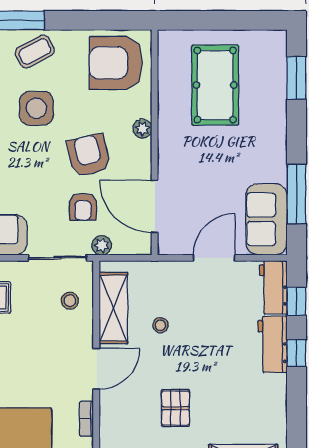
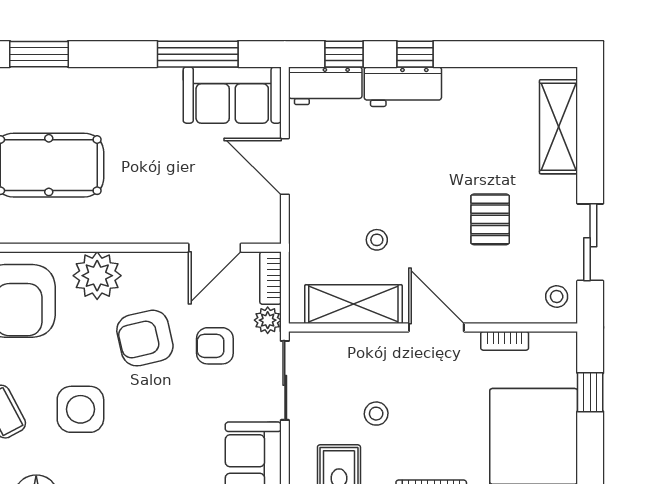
plant: (142, 129) -> (97, 276), width x1.87, depth x1.87
door: (155, 206) -> (215, 248), width x0.73
armchair: (83, 207) -> (215, 346), turned 180
bookcase: (133, 247) -> (270, 278), added
stool: (70, 301) -> (376, 414), moved
pallet: (175, 408) -> (490, 219), turned 90

